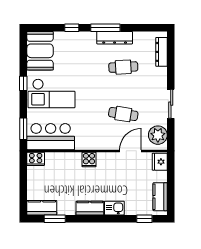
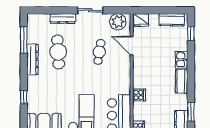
window: (105, 28) -> (24, 40), moved
dresser: (162, 52) -> (63, 18), moved
cafe table: (123, 67) -> (58, 52), width x1.37, depth x1.35
cooker: (89, 160) -> (139, 95), moved

